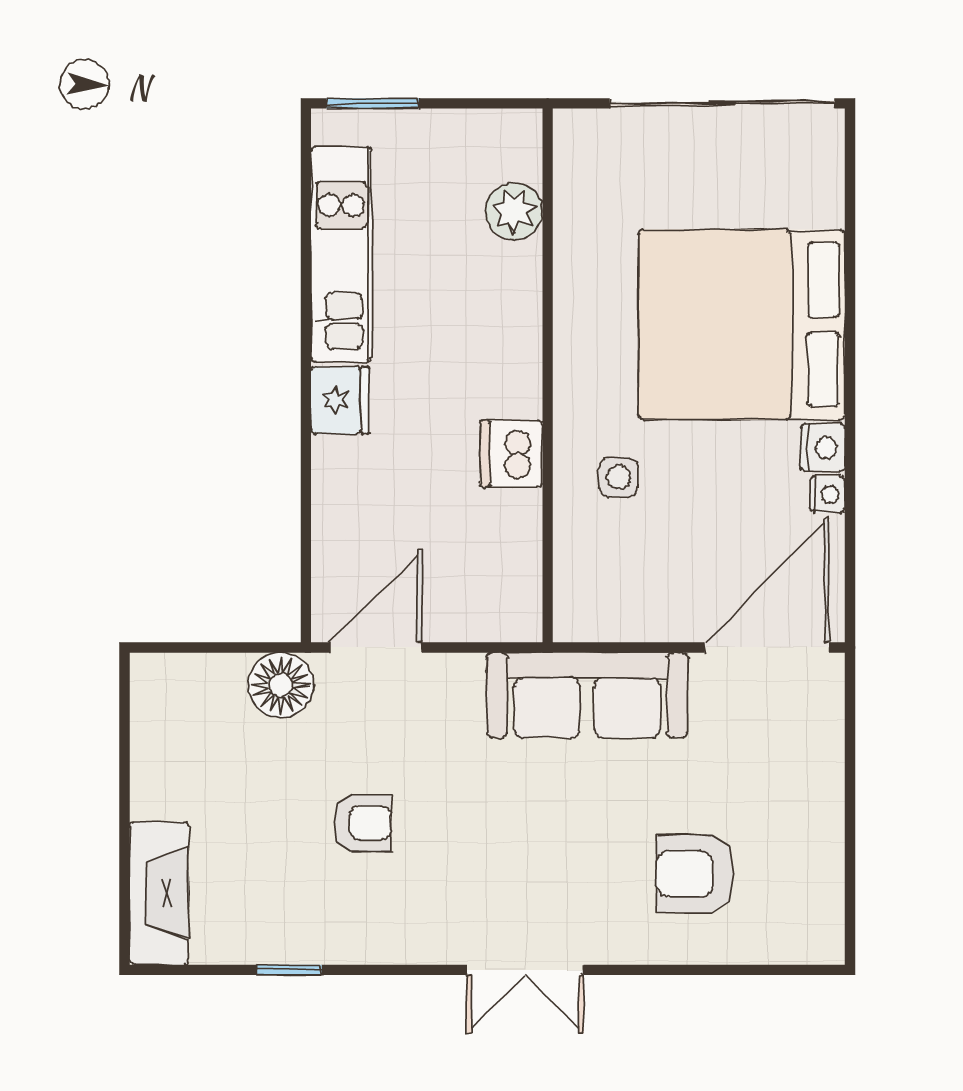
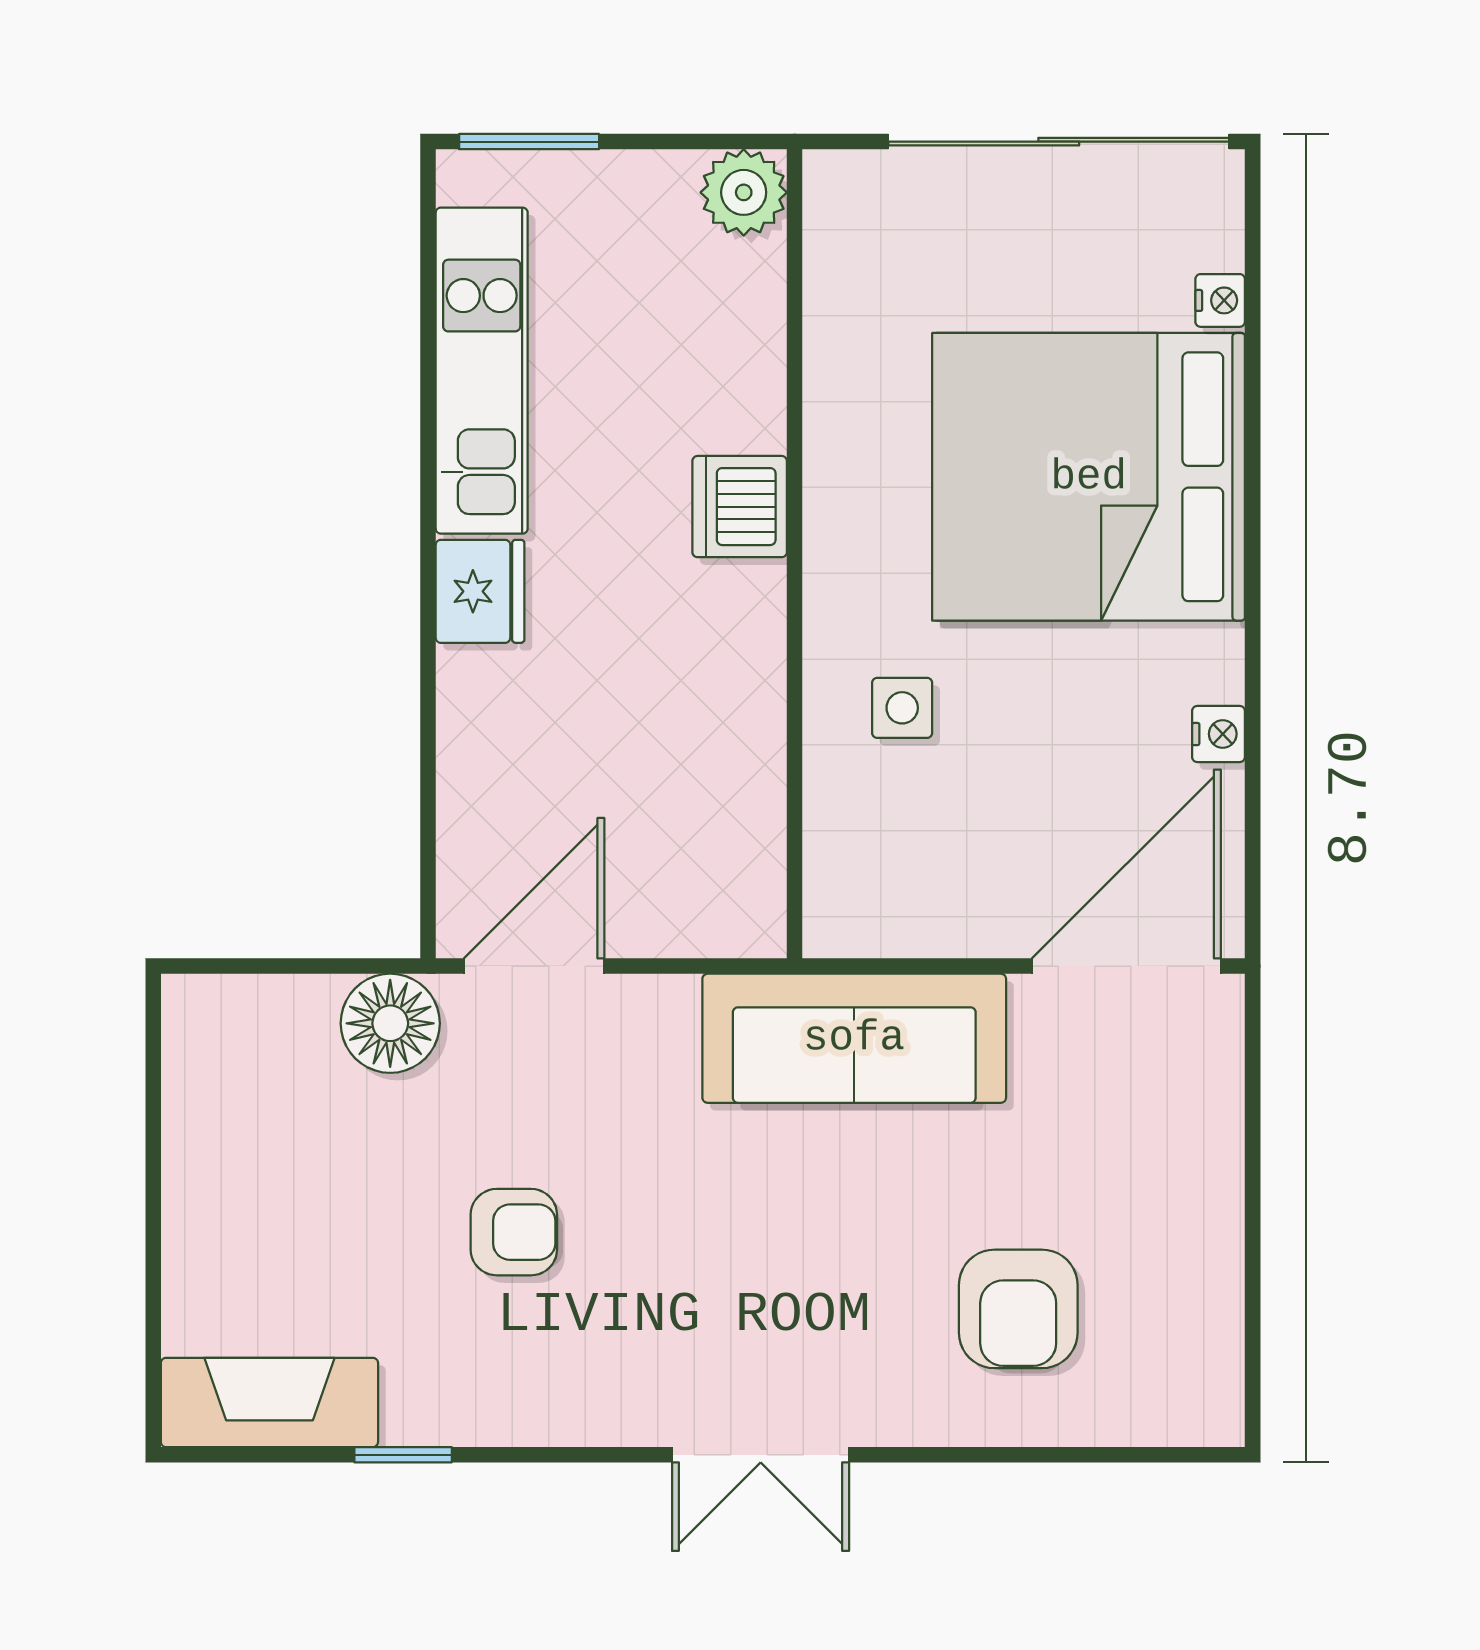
plant: (514, 211) -> (744, 192), moved
nightstand: (823, 448) -> (1220, 300), moved, width x0.72, depth x0.74
dishwasher: (511, 454) -> (740, 507), moved
armchair: (695, 874) -> (1018, 1309), turned -90
fireplace: (159, 893) -> (269, 1402), moved, turned -90

